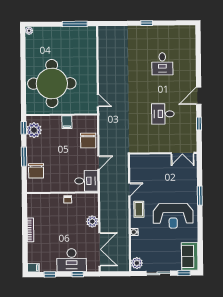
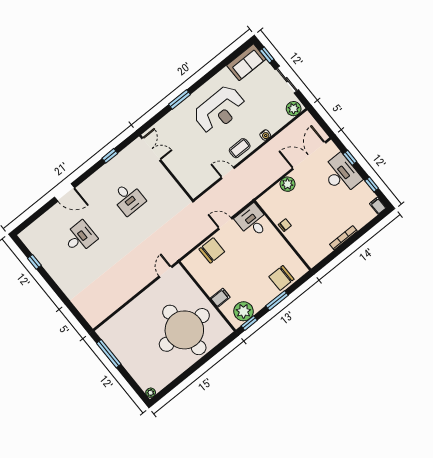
window: (147, 23) -> (34, 262), moved
door: (199, 96) -> (65, 193), moved
filing cabinet: (67, 122) -> (220, 298), moved
chair: (36, 171) -> (281, 278), turned 180
reception desk: (173, 216) -> (220, 110), turned 90

